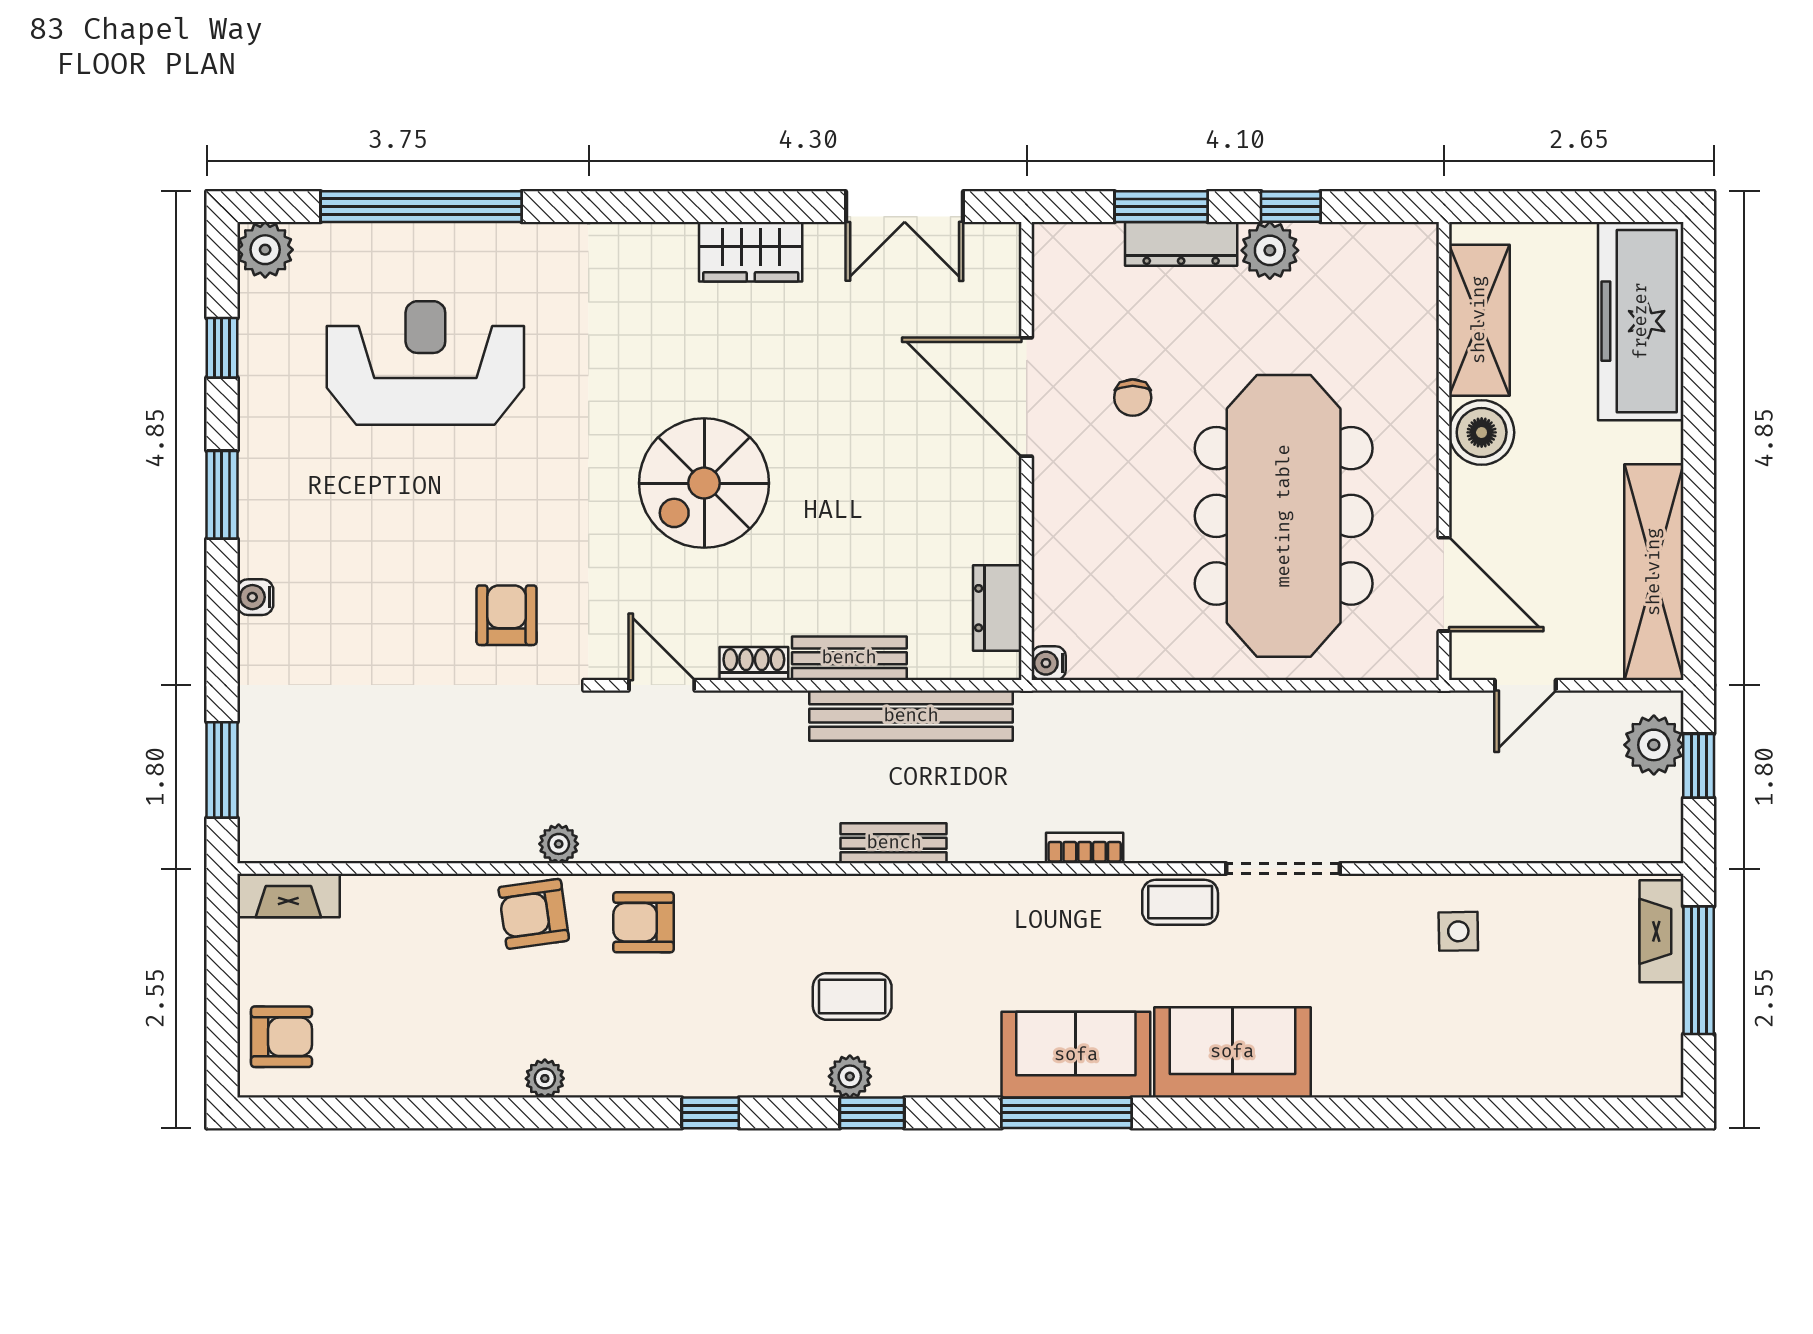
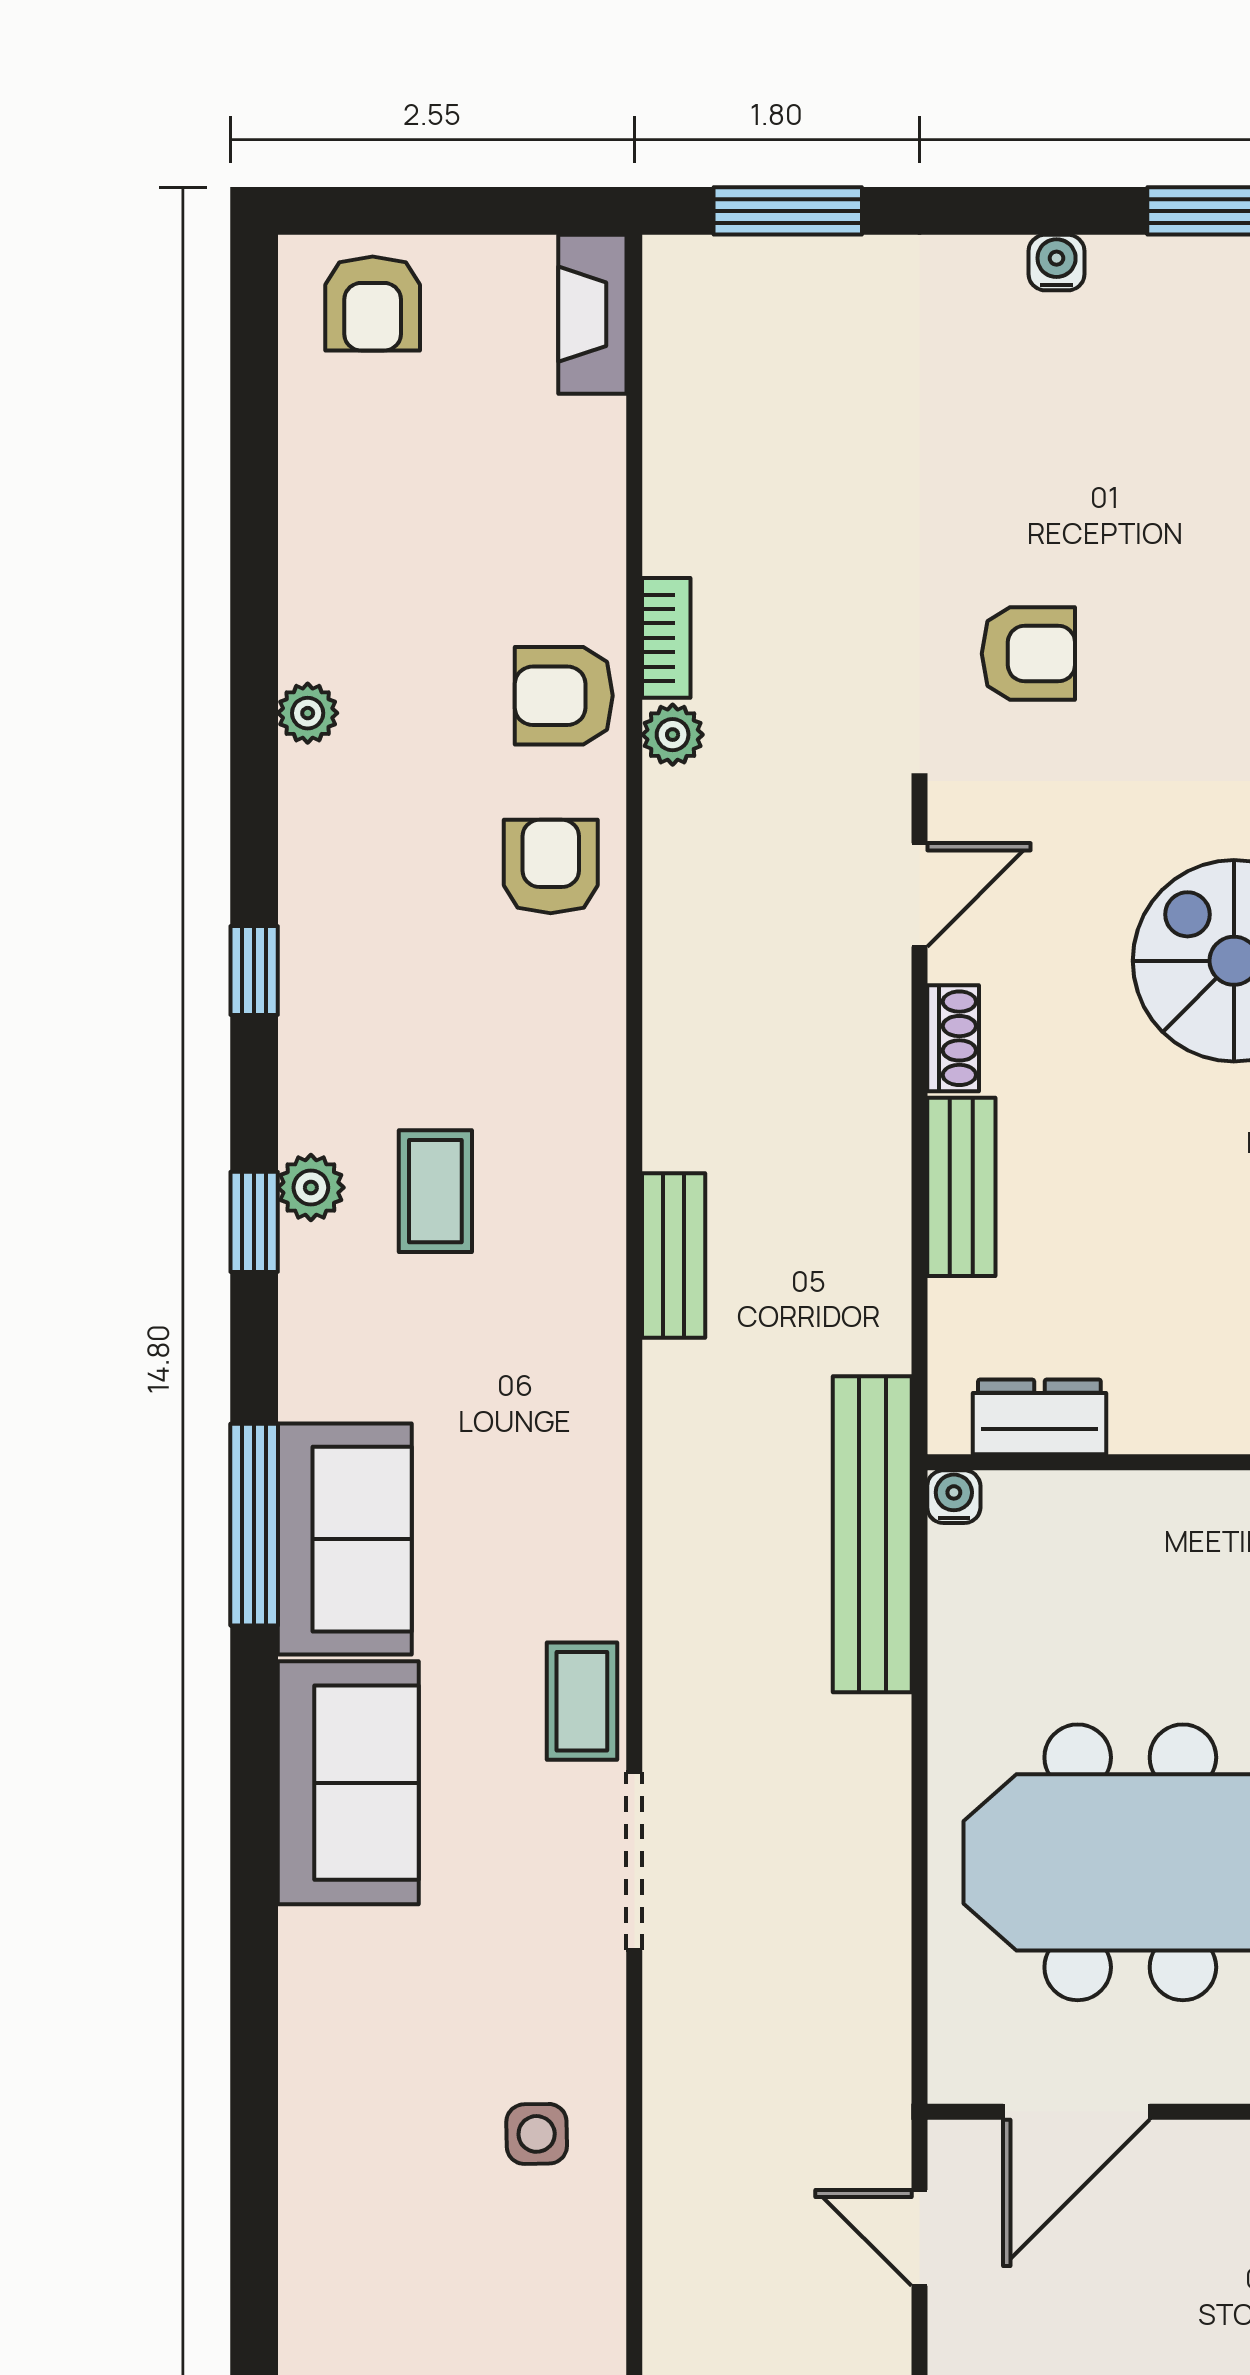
bench: (911, 716) -> (872, 1534), moved
bookcase: (1085, 848) -> (666, 638), moved
armchair: (534, 914) -> (564, 696), turned -82

